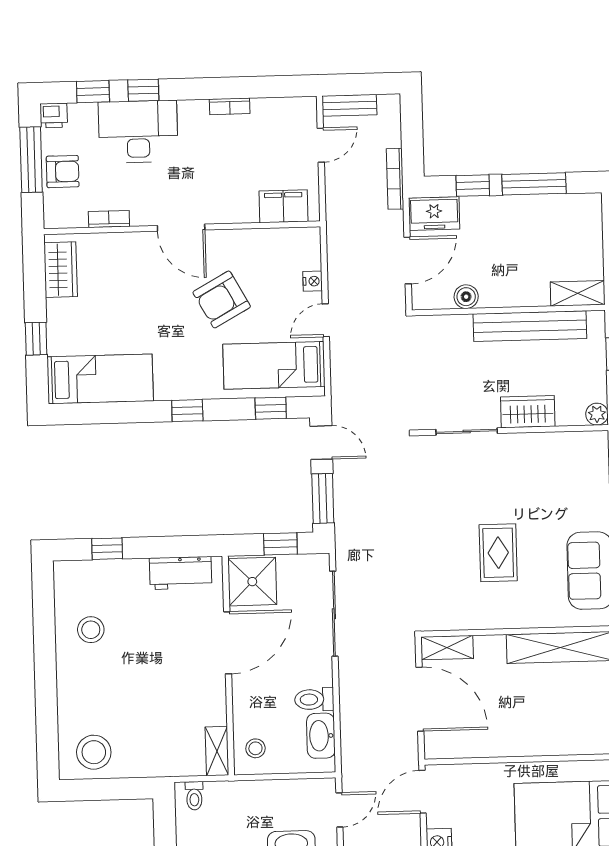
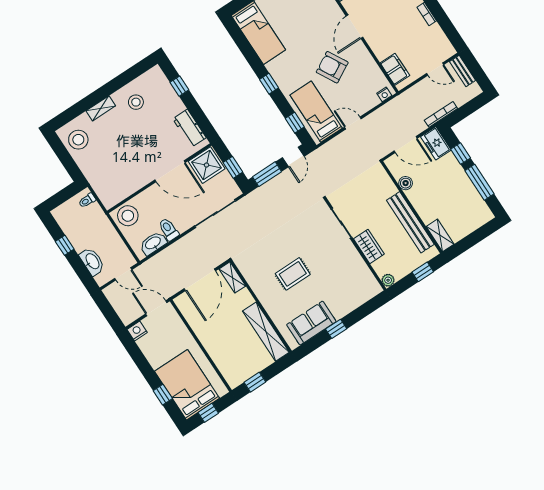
nightstand: (313, 281) -> (384, 94), moved
stool: (255, 748) -> (128, 216), width x1.89, depth x1.89
shelving: (217, 751) -> (101, 108), moved

